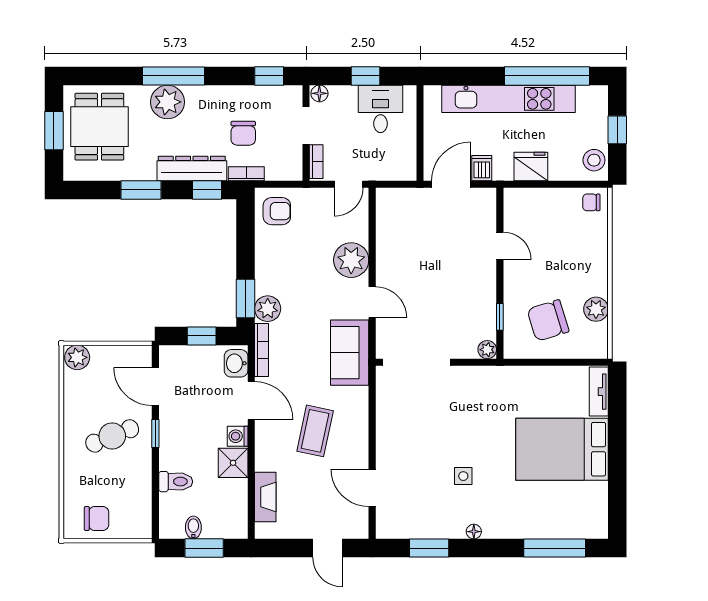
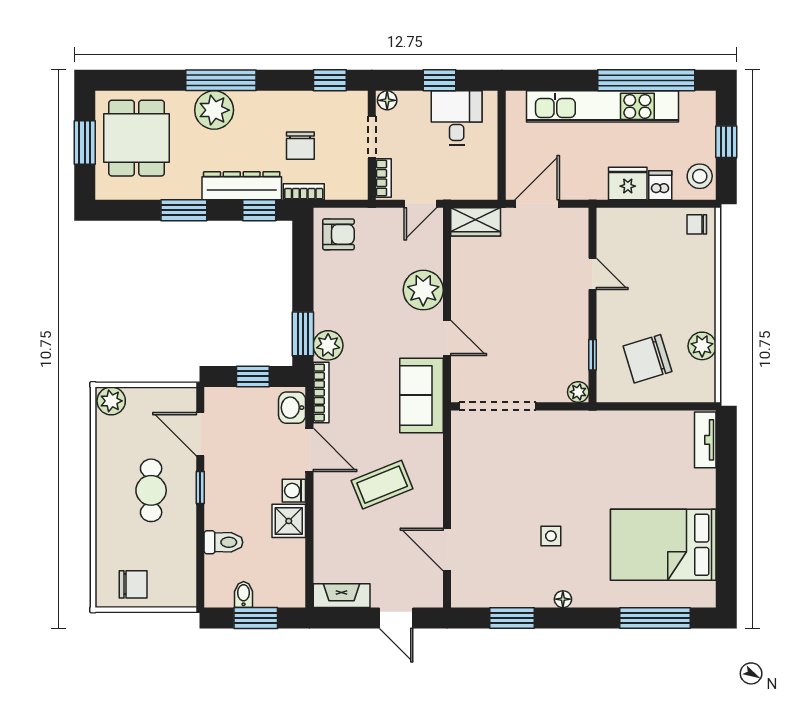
dishwasher: (482, 168) -> (660, 185), moved
wardrobe: (397, 200) -> (476, 222), added
coffee table: (315, 431) -> (382, 485), turned 56
cafe table: (112, 436) -> (151, 490), turned -68
bed: (562, 449) -> (663, 545), moved
fireplace: (265, 497) -> (342, 596), moved, turned -90

